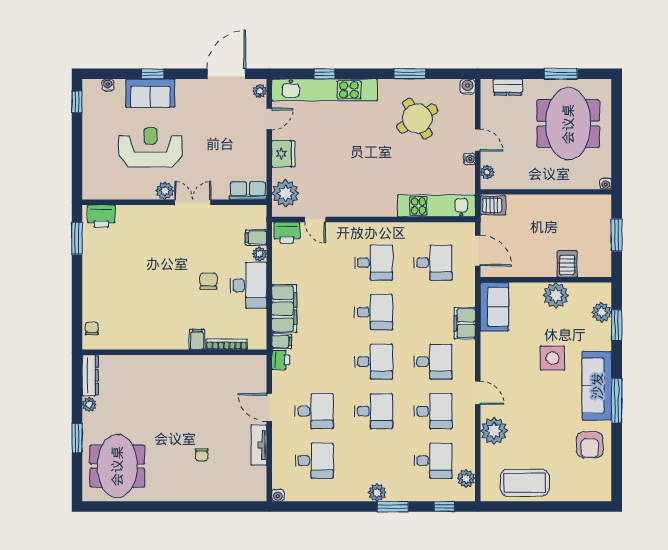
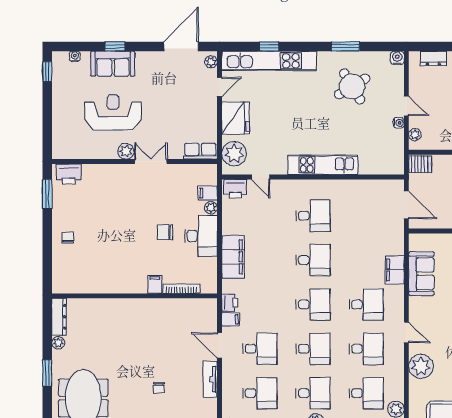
fridge: (283, 154) -> (236, 118), width x1.36, depth x1.34
kitchen unit: (436, 206) -> (323, 165), moved
desk: (433, 263) -> (313, 393), moved
chair: (208, 281) -> (165, 232), turned -90
sofa: (494, 307) -> (421, 274), moved
chair: (92, 329) -> (68, 238), moved
filing cabinet: (282, 341) -> (231, 319), moved

